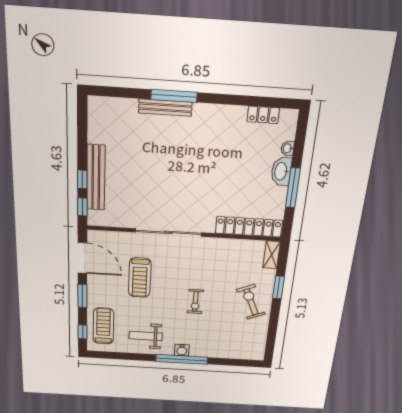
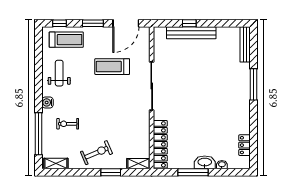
bench: (165, 108) -> (245, 44), moved
window: (82, 207) -> (168, 23), removed
exercise bike: (195, 302) -> (68, 124), moved
shelving: (259, 346) -> (56, 163), added
window: (182, 359) -> (39, 134), moved

